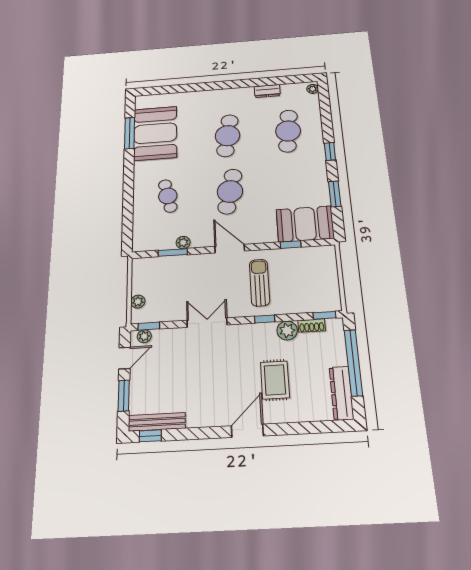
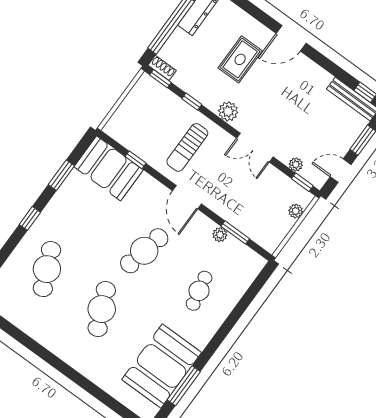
dresser: (267, 91) -> (30, 327), removed
cafe table: (288, 131) -> (47, 269), turned -30
cafe table: (228, 136) -> (102, 309), turned -33
window: (265, 319) -> (192, 102), moved
shoe rack: (312, 326) -> (162, 68), moved
plant: (287, 330) -> (228, 111), moved
plant: (144, 336) -> (296, 165), moved

